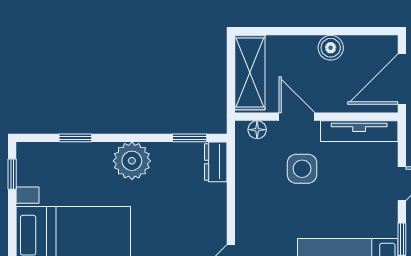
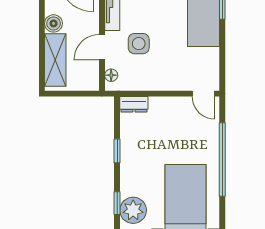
shelving: (250, 73) -> (55, 60), moved, turned 90
window: (190, 138) -> (117, 151), moved
plant: (132, 161) -> (133, 210), moved

